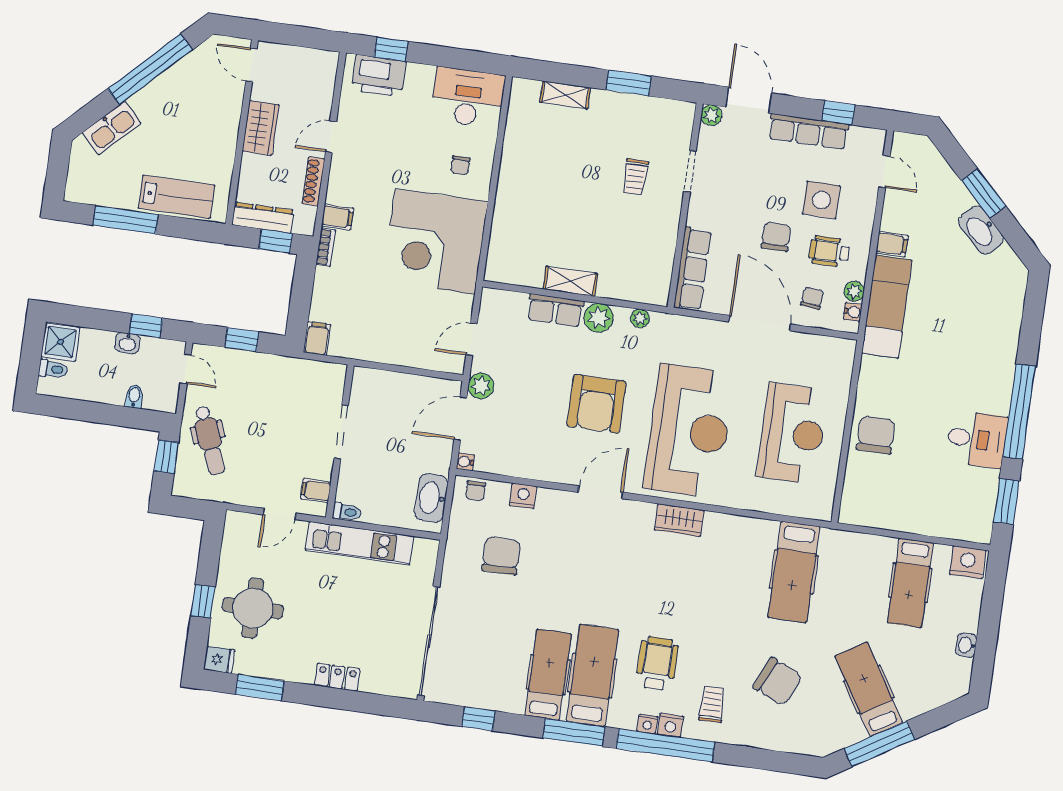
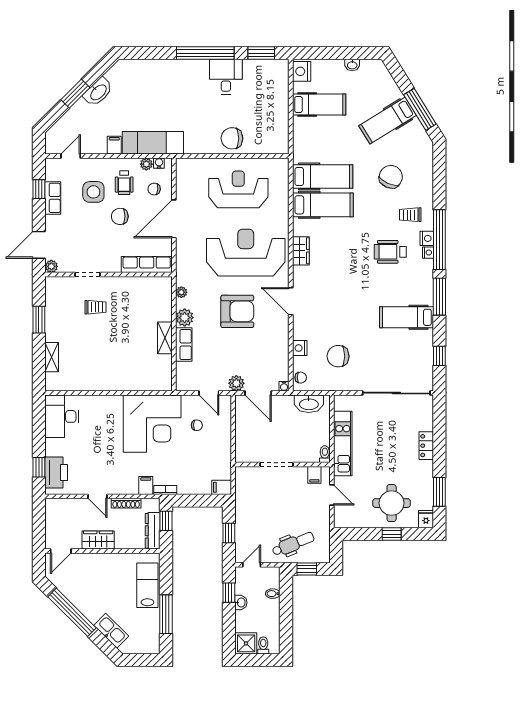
row of seats: (809, 131) -> (53, 198), width x0.68
chair: (460, 165) -> (197, 425), moved
hospital bed: (592, 675) -> (323, 205), moved, turned 180

